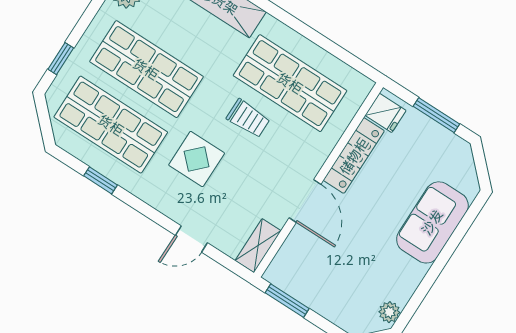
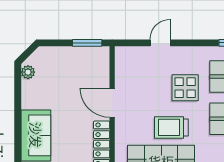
trolley: (248, 118) -> (171, 127), width x1.36, depth x1.39
shelving: (258, 246) -> (122, 62), removed

